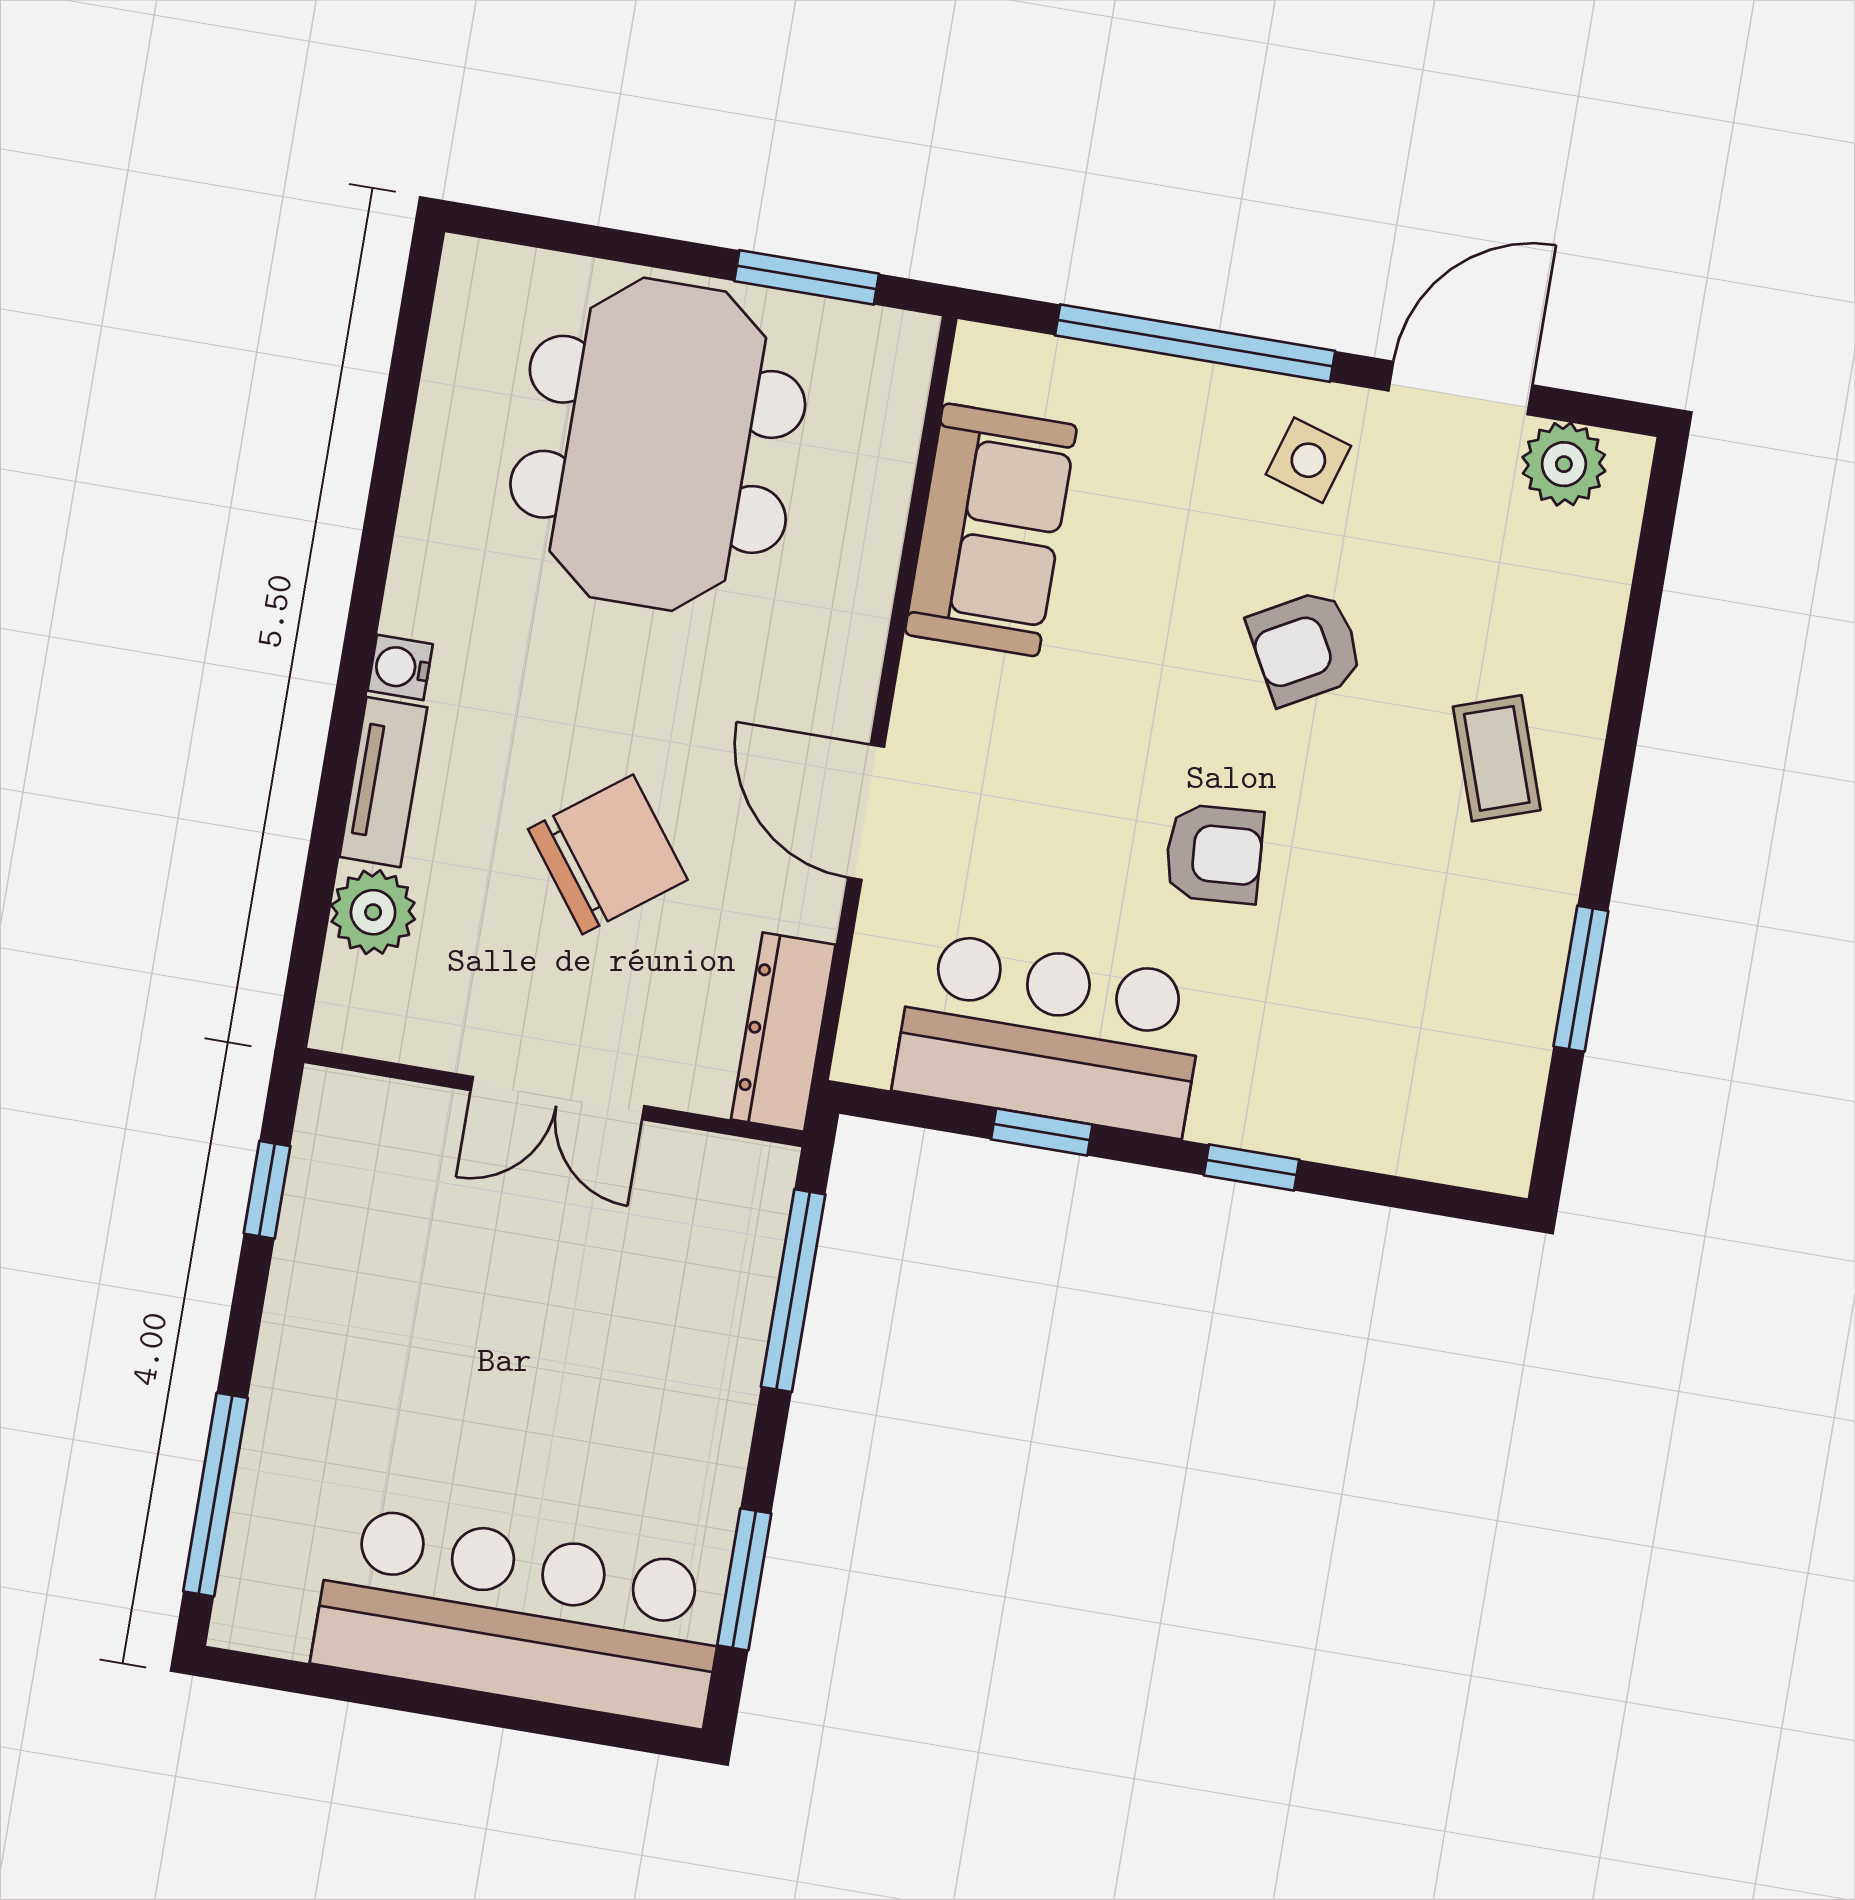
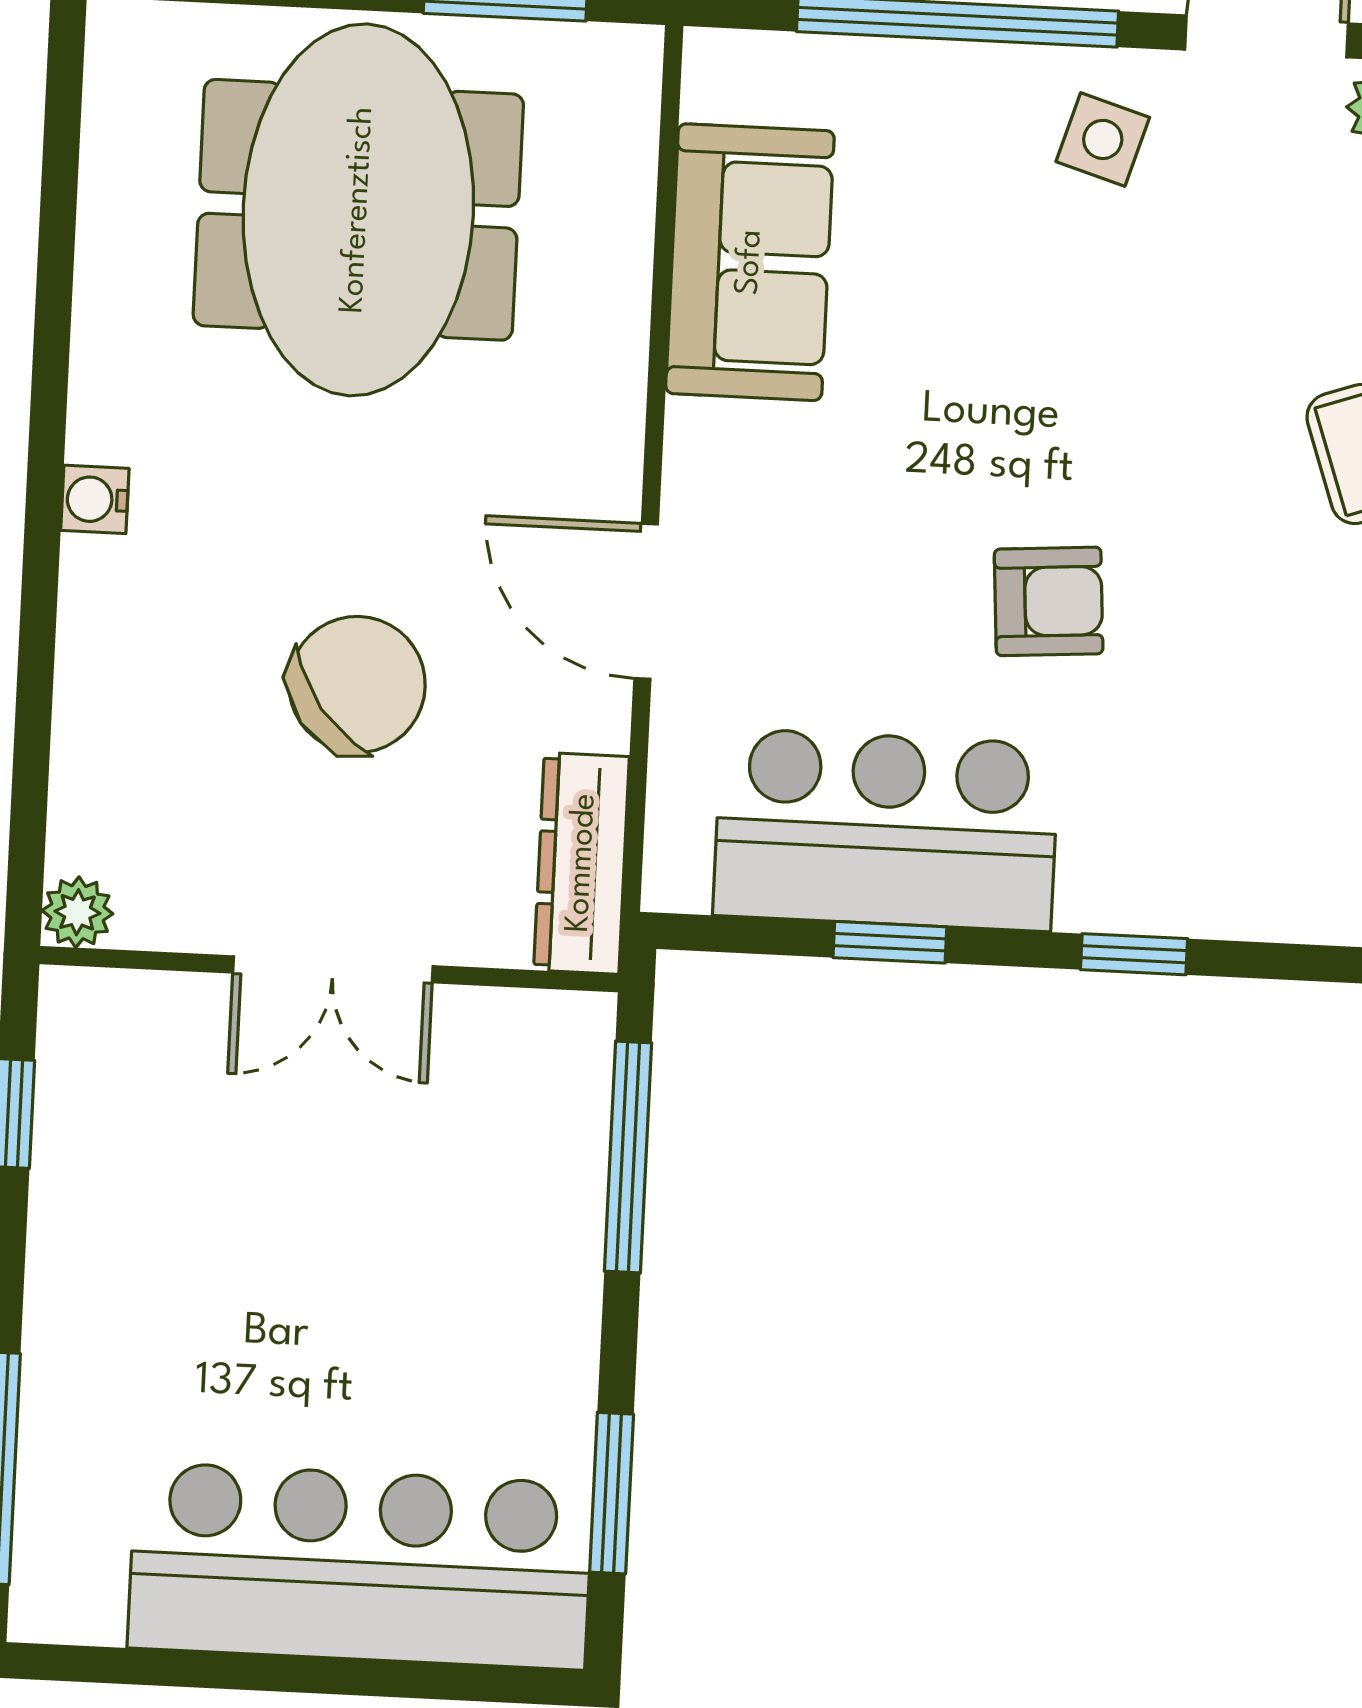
armchair: (1306, 647) -> (1125, 353), removed
tv unit: (383, 782) -> (91, 633), removed
plant: (373, 912) -> (77, 912), moved, width x0.73, depth x0.73

